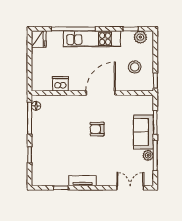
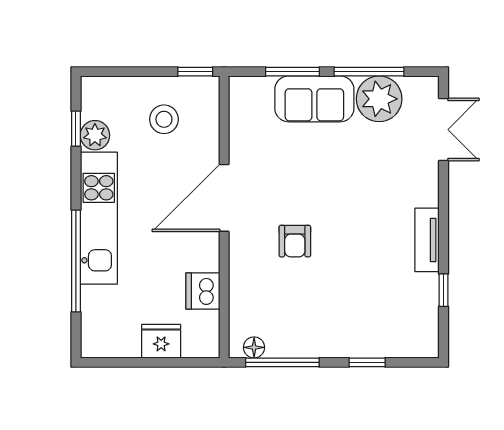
plant: (140, 37) -> (95, 135), moved
fridge: (39, 39) -> (161, 341), moved
door: (101, 93) -> (224, 198), hinge flipped
armchair: (97, 129) -> (295, 241), moved
plant: (148, 155) -> (379, 99), width x1.88, depth x1.88
double door: (130, 188) -> (443, 130), swing flipped

